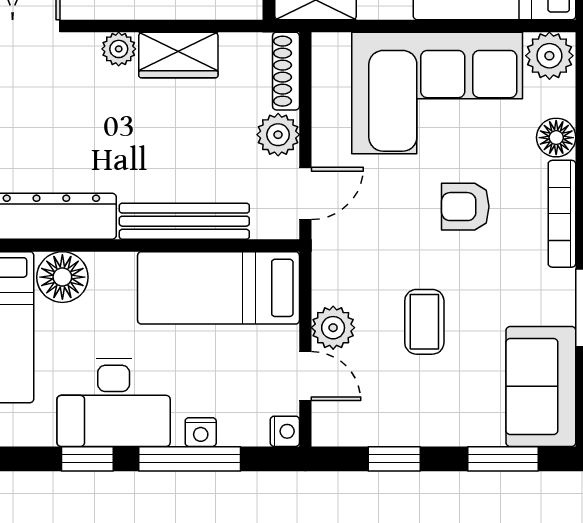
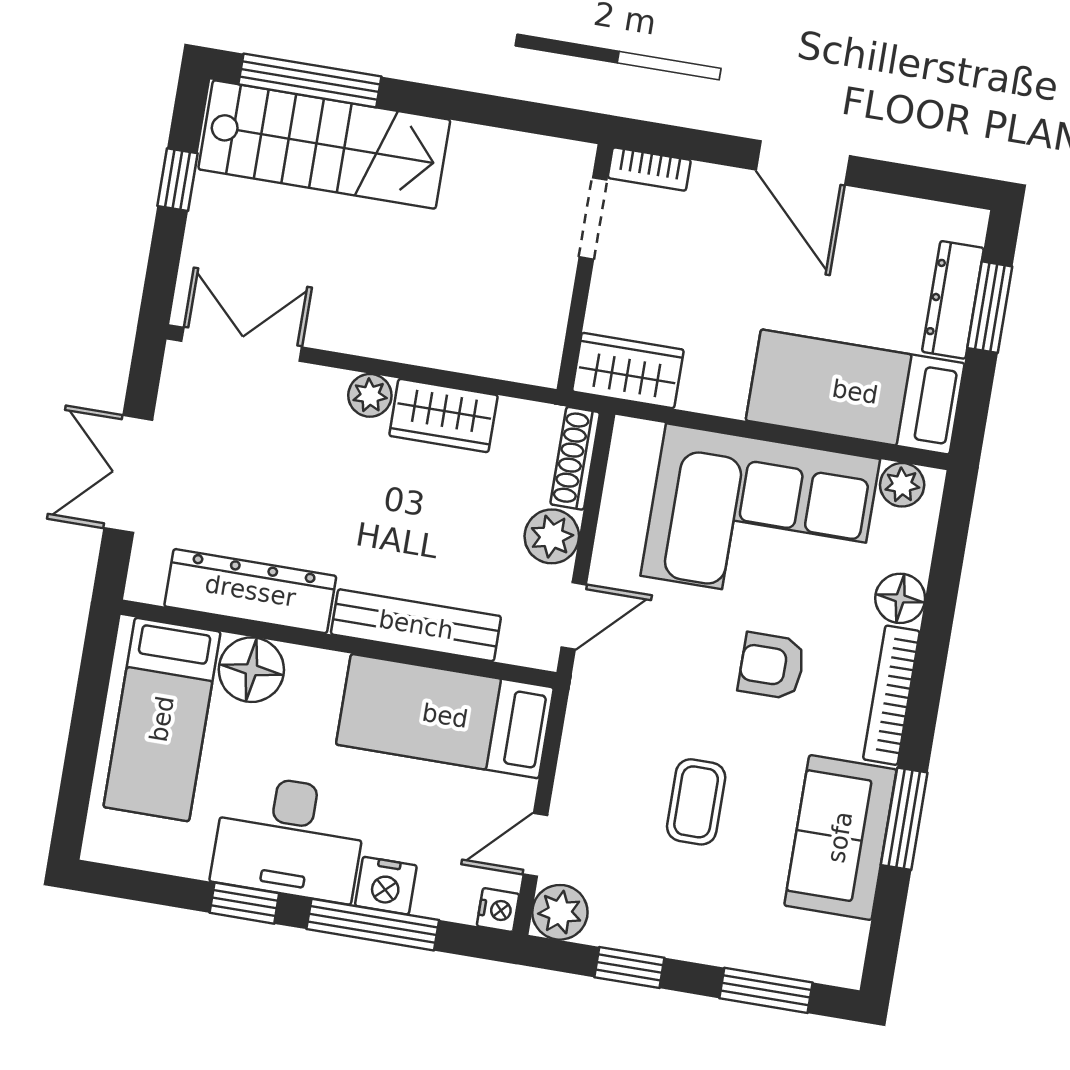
plant: (549, 56) -> (902, 485), width x0.73, depth x0.73
plant: (333, 328) -> (560, 912), moved
door: (305, 376) -> (535, 845), swing flipped
sofa: (541, 386) -> (840, 837), moved
nightstand: (201, 432) -> (386, 886), width x1.39, depth x1.35

